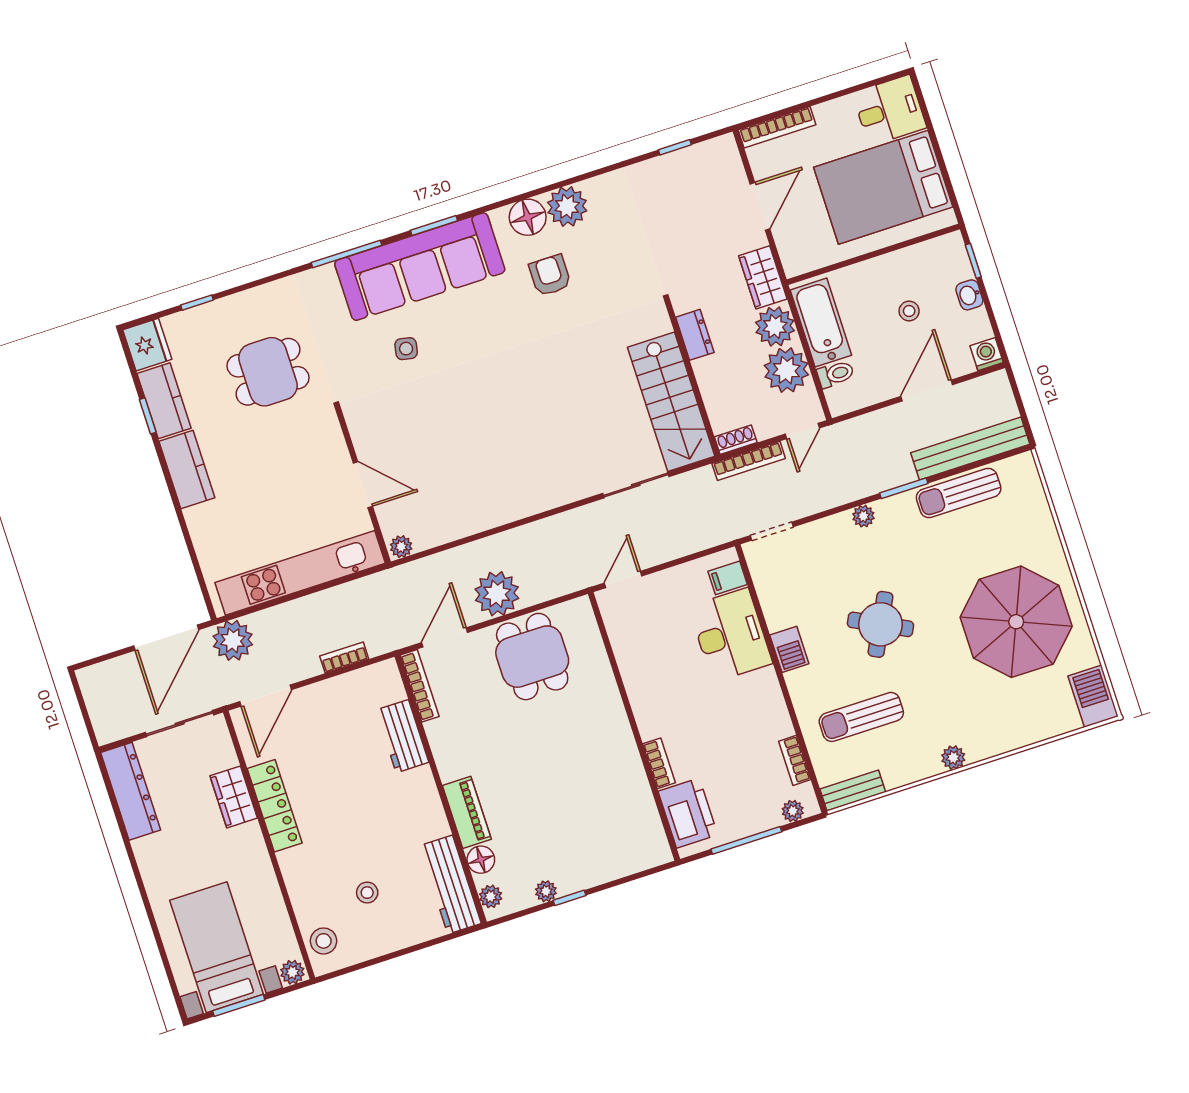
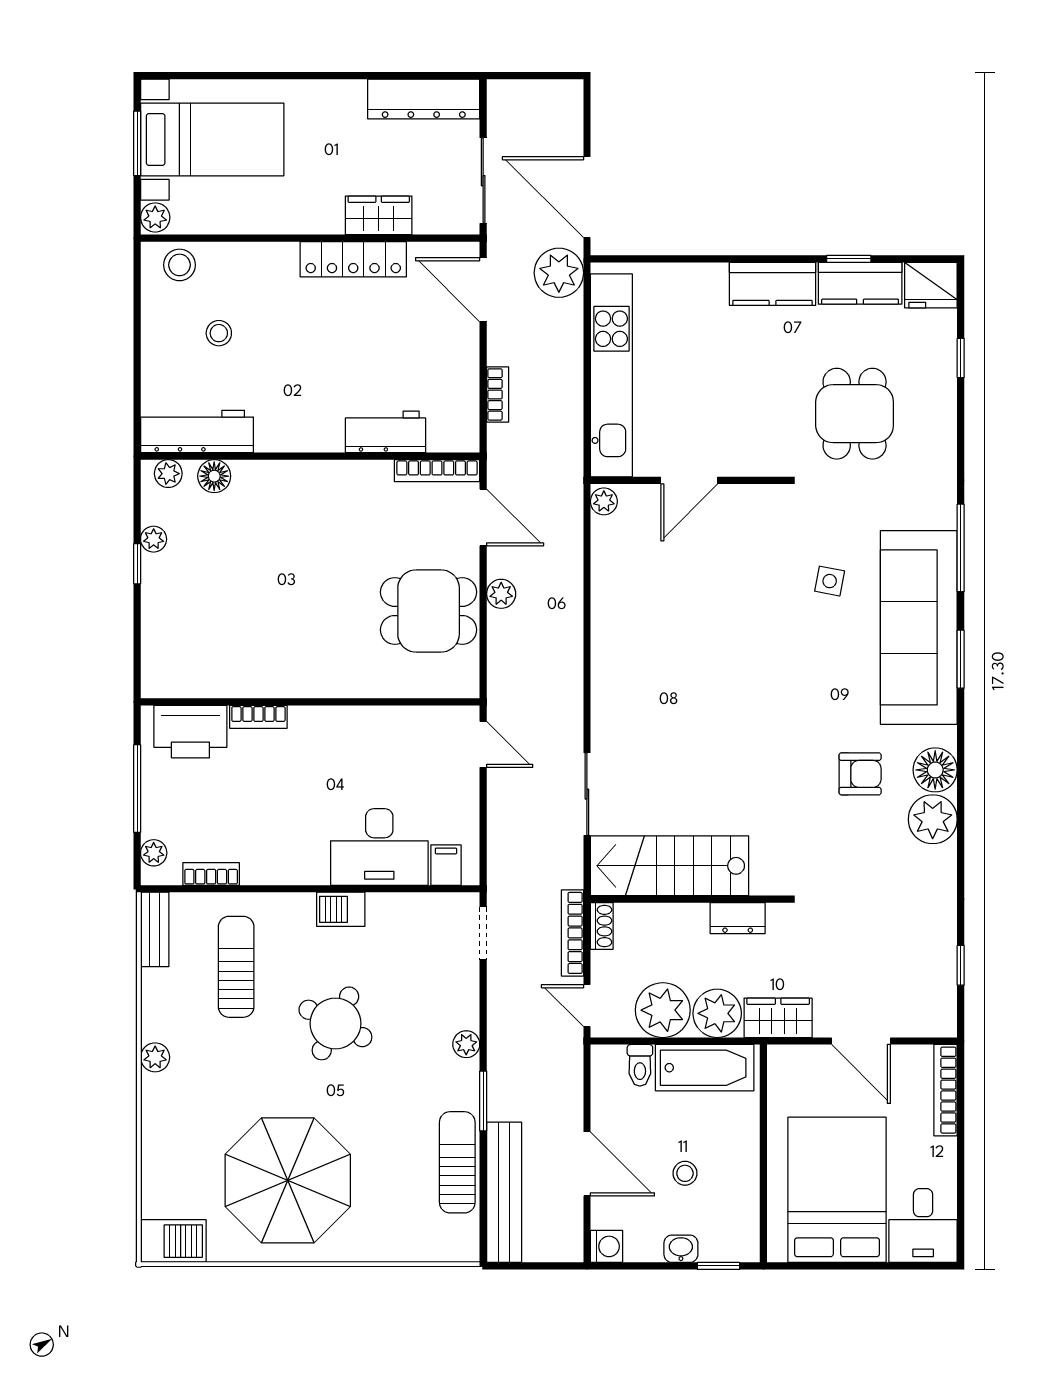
plant: (497, 594) -> (501, 594), width x0.53, depth x0.53
piano: (467, 812) -> (274, 478), removed

